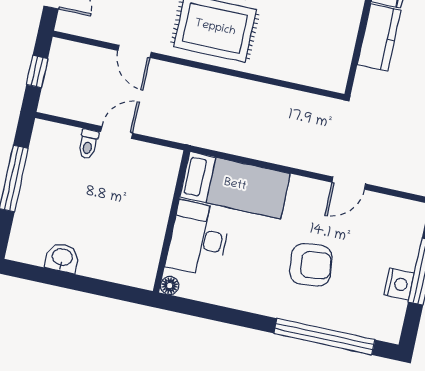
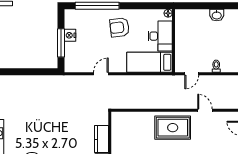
door: (117, 132) -> (192, 74), moved
armchair: (311, 265) -> (119, 27), moved

